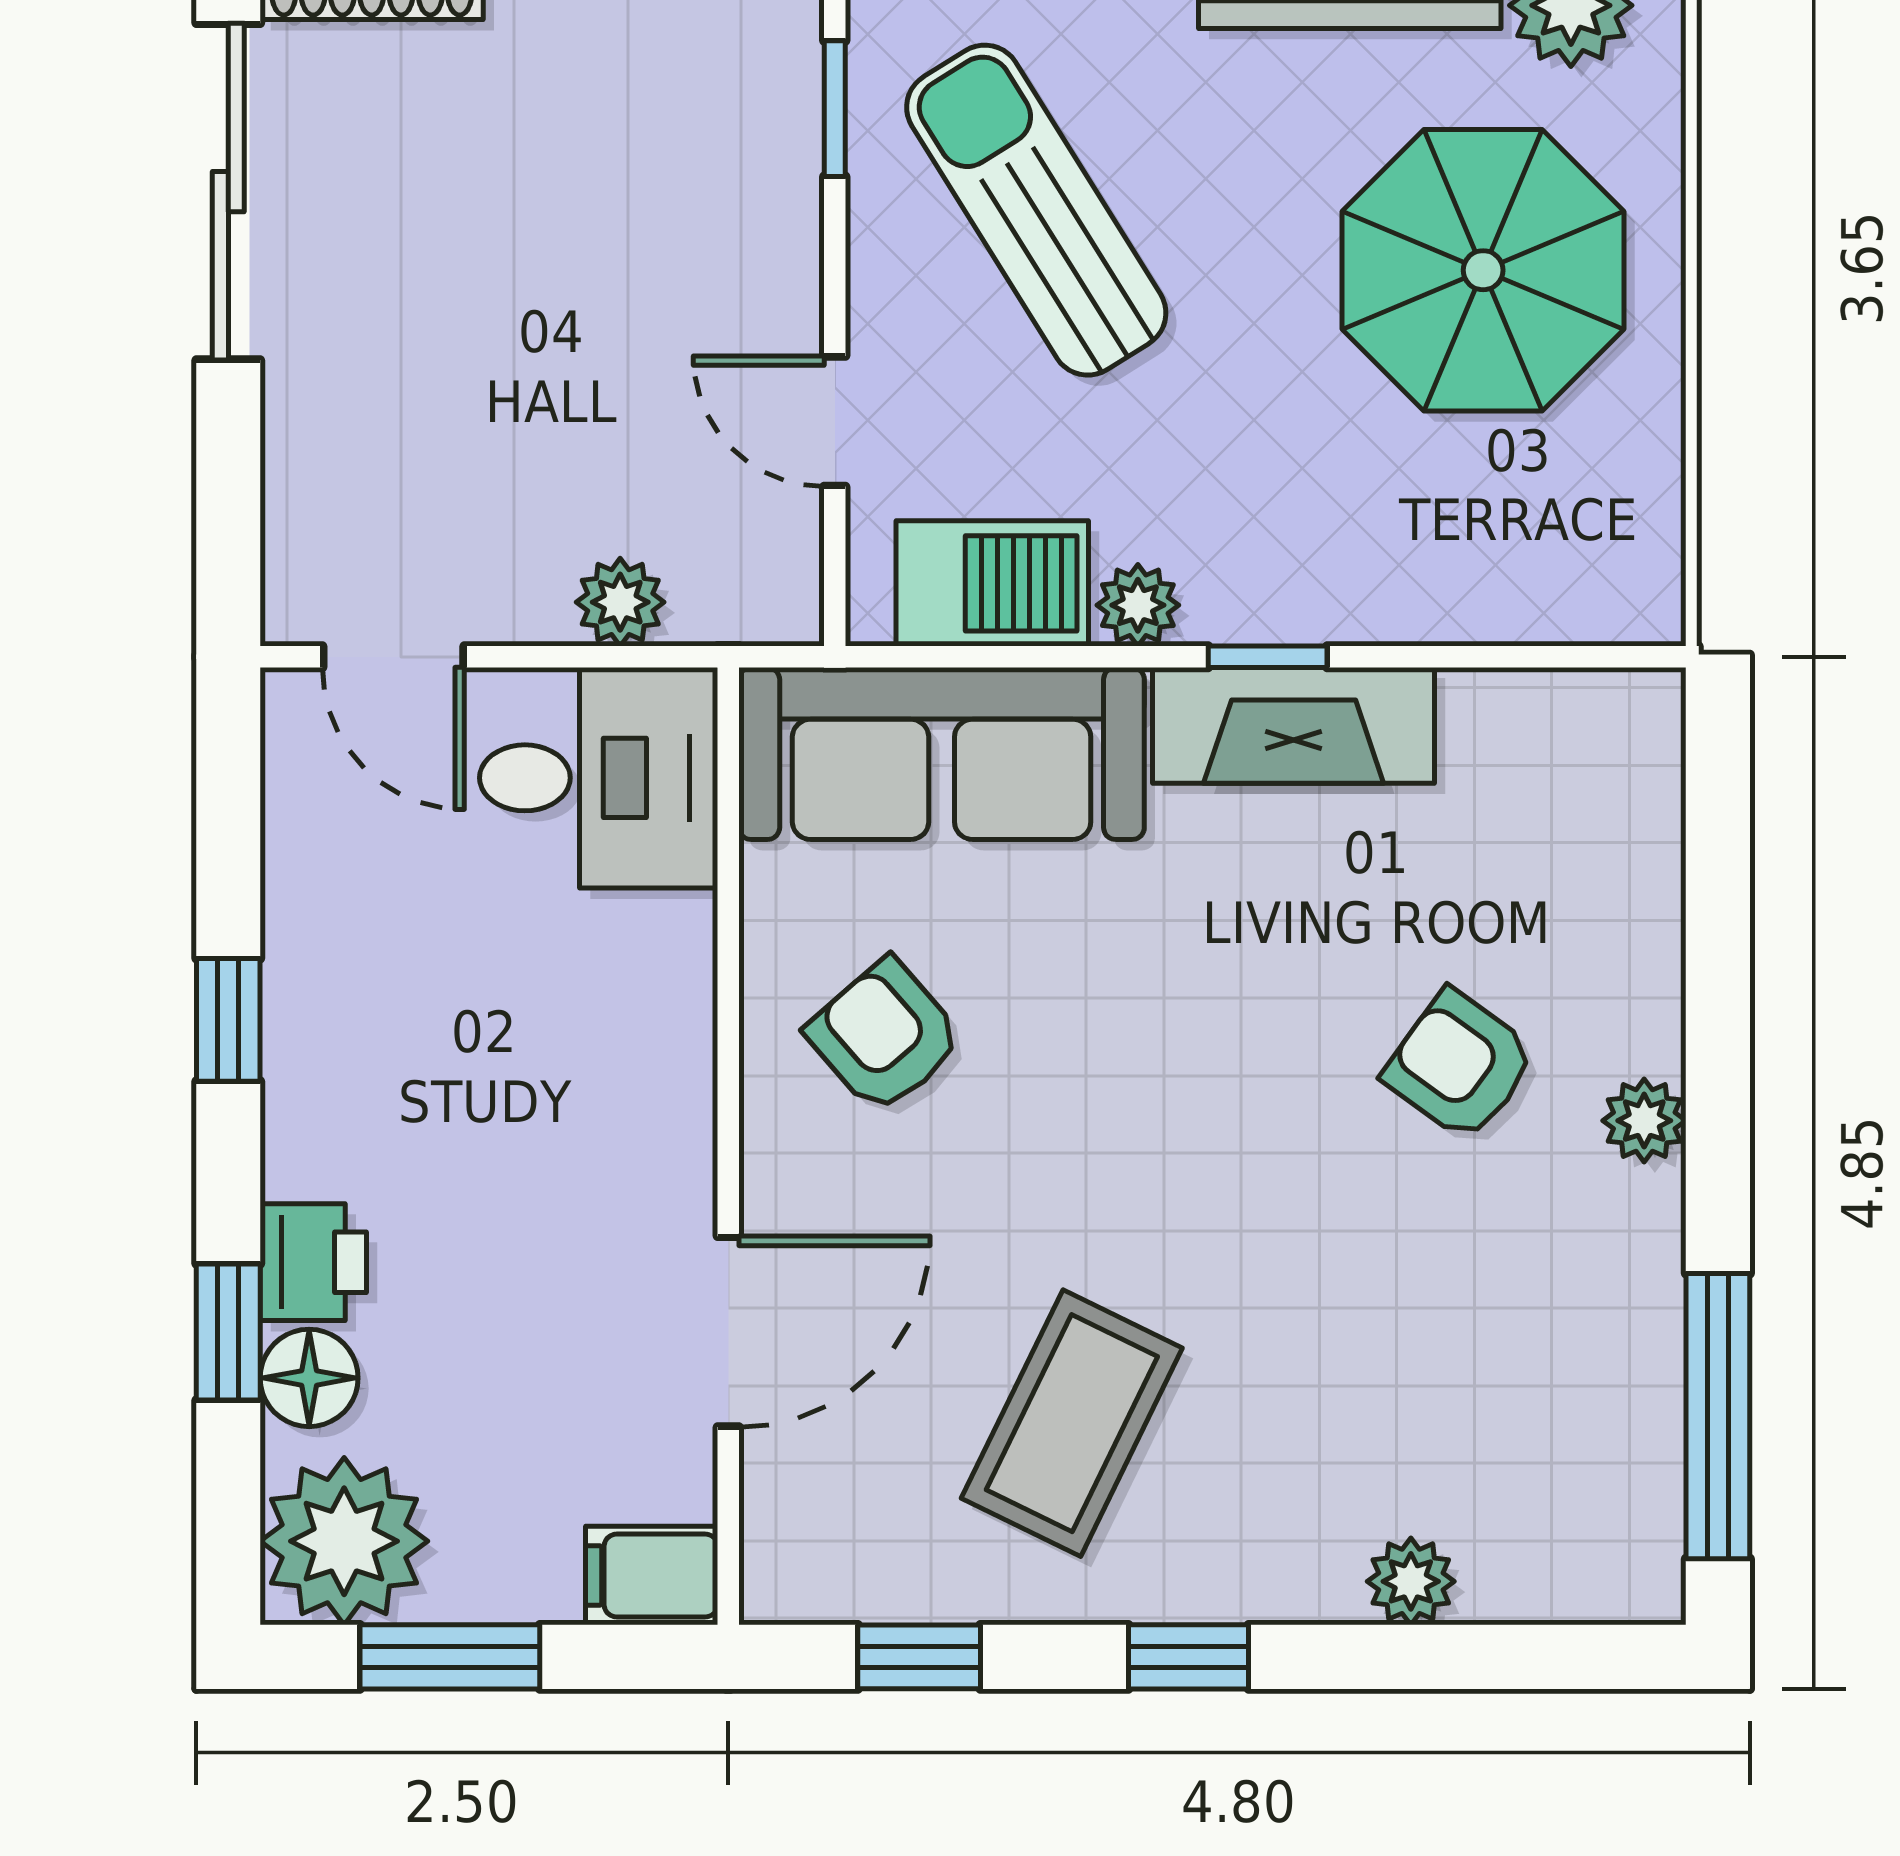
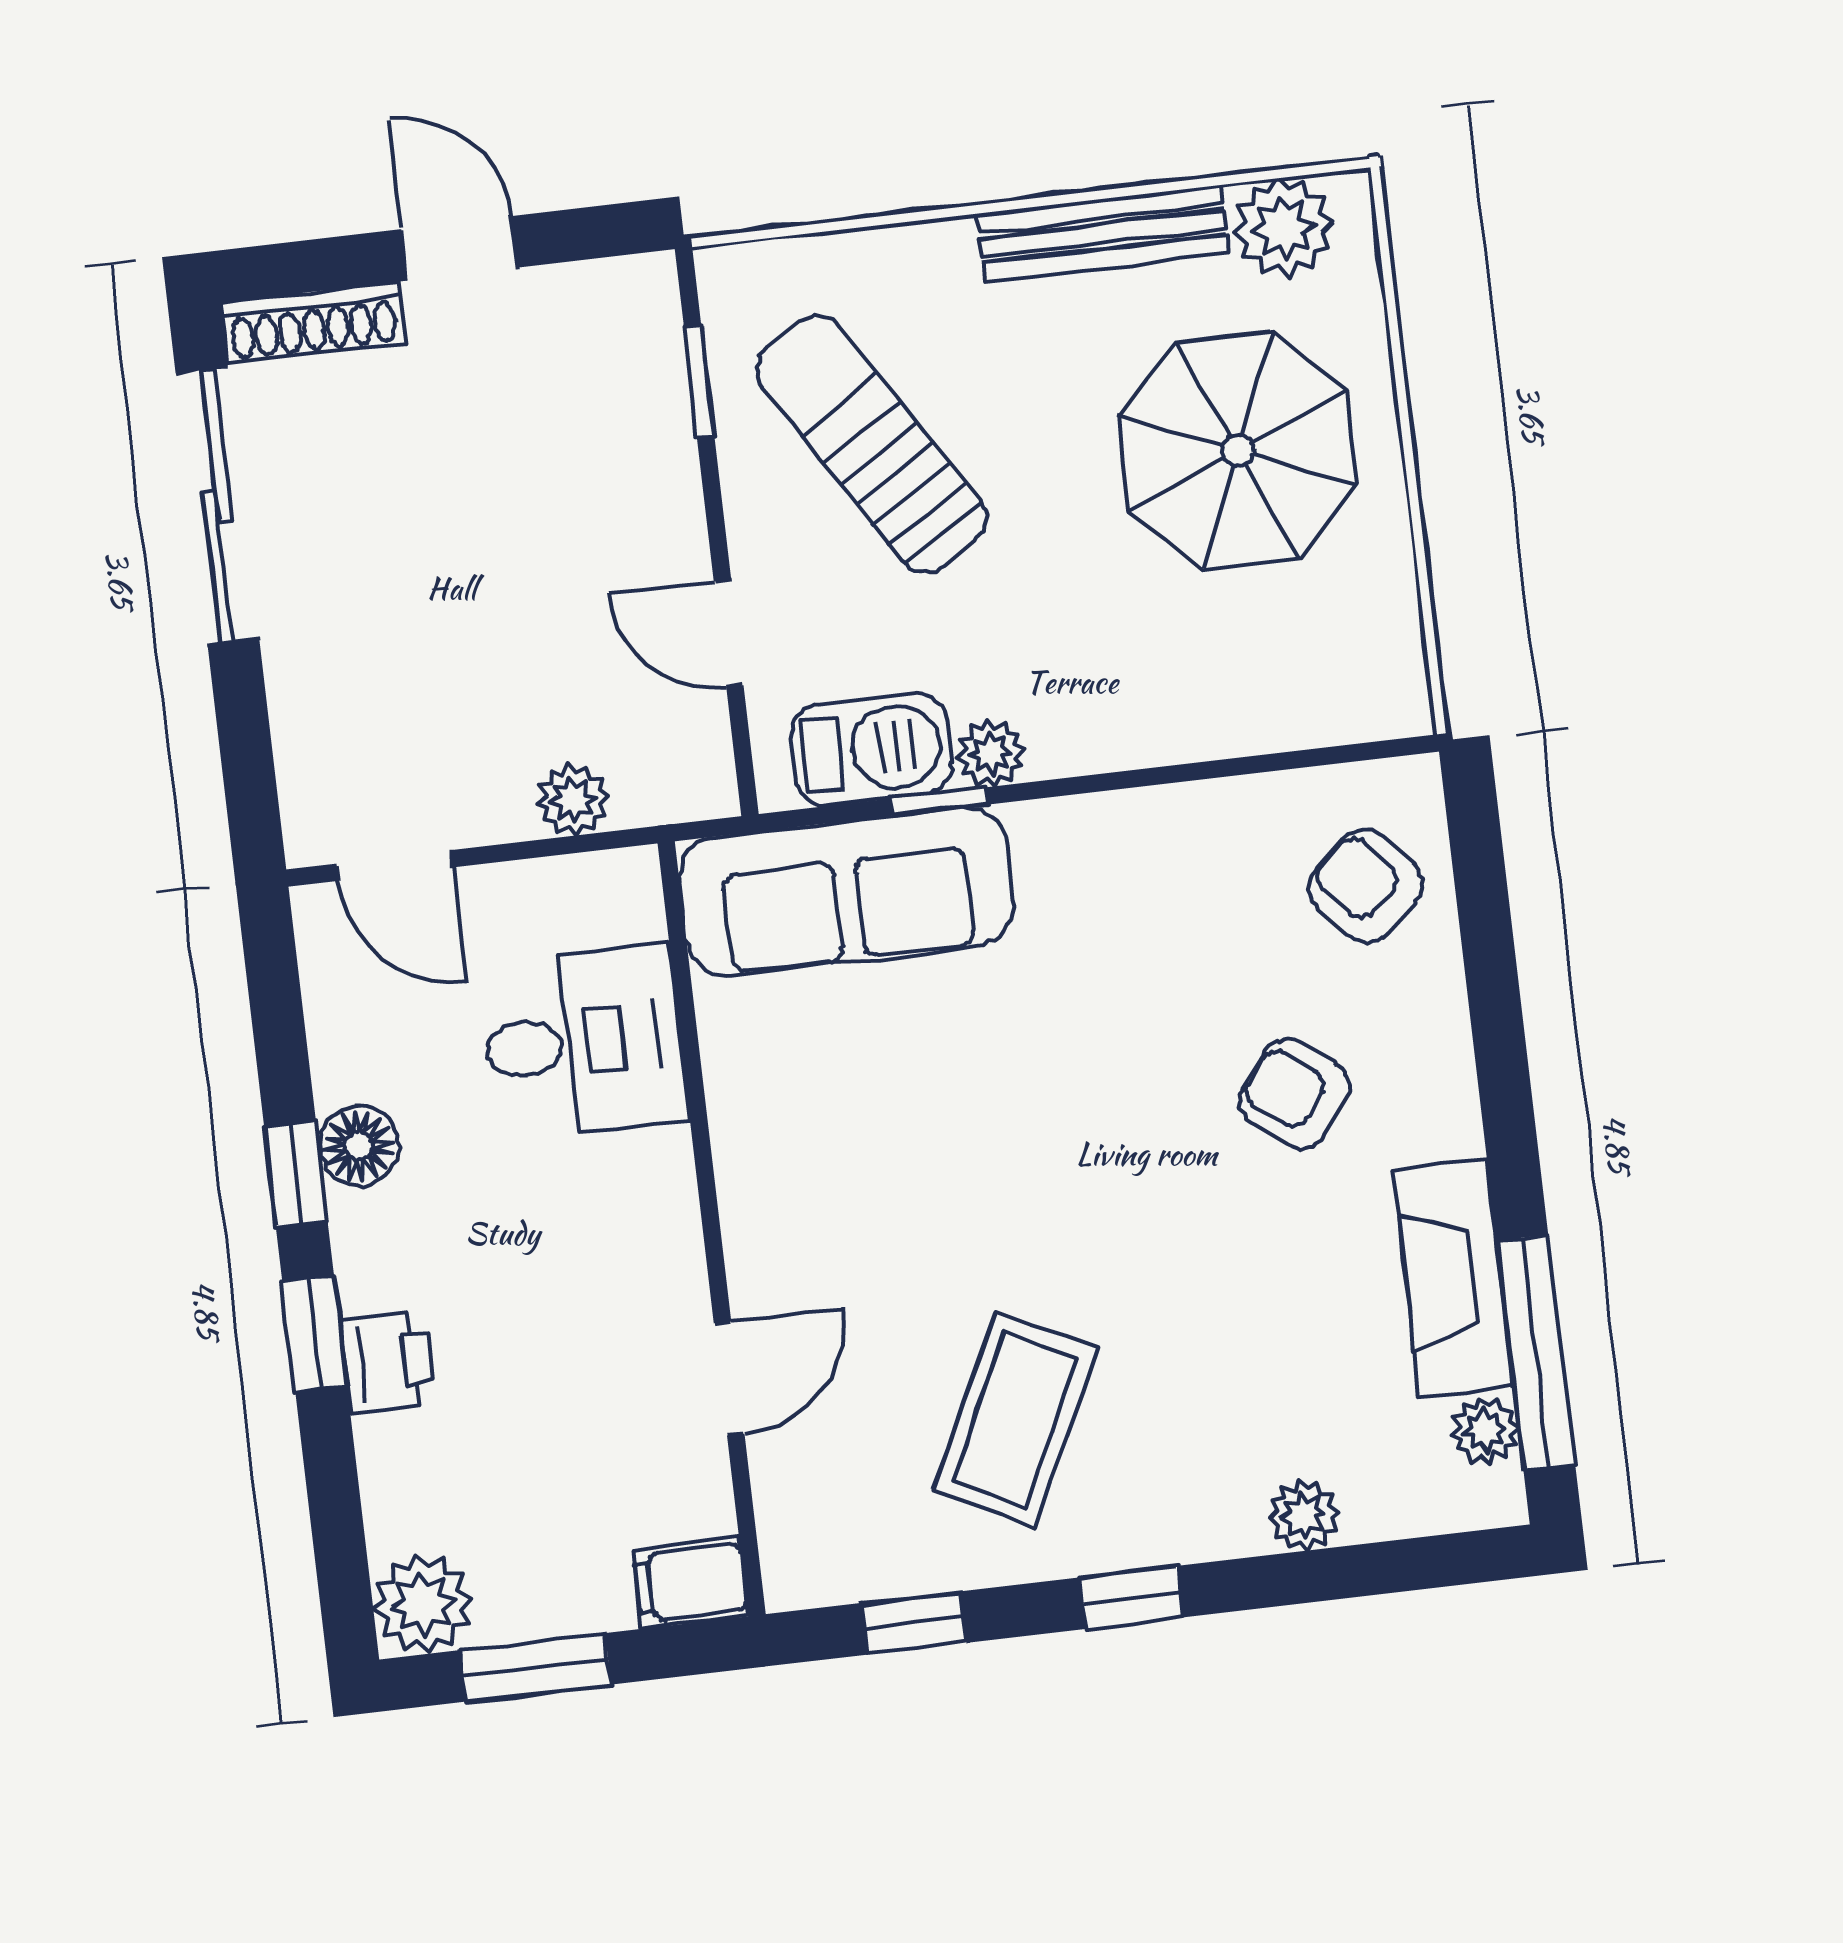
window: (1268, 657) -> (939, 802), moved
fireplace: (1294, 725) -> (1454, 1278), moved, turned 90
desk: (599, 778) -> (584, 1042), moved
armchair: (885, 1036) -> (1366, 886), moved
plant: (1644, 1121) -> (1485, 1431), moved
window: (228, 1332) -> (315, 1333), moved
door: (728, 1332) -> (729, 1378), width x0.73
floor lamp: (309, 1378) -> (359, 1146), moved
plant: (344, 1541) -> (423, 1604), width x0.73, depth x0.73

